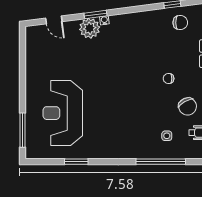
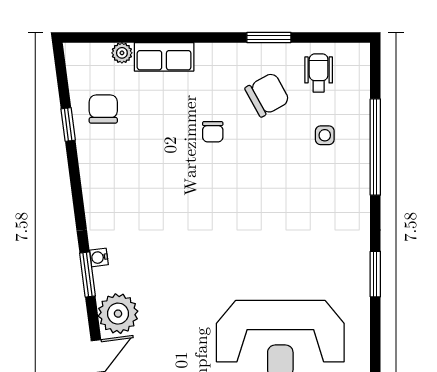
plant: (90, 28) -> (118, 314), moved
window: (76, 162) -> (375, 274), moved

